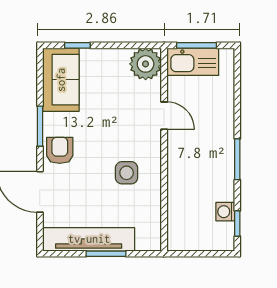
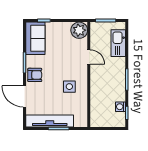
kitchen sink: (193, 62) -> (118, 43), moved, turned 90
armchair: (60, 150) -> (35, 75), turned 90

